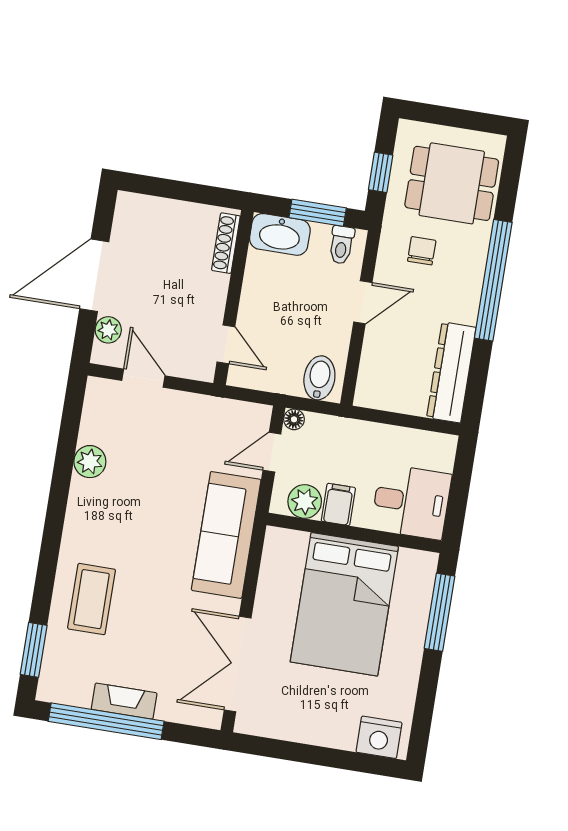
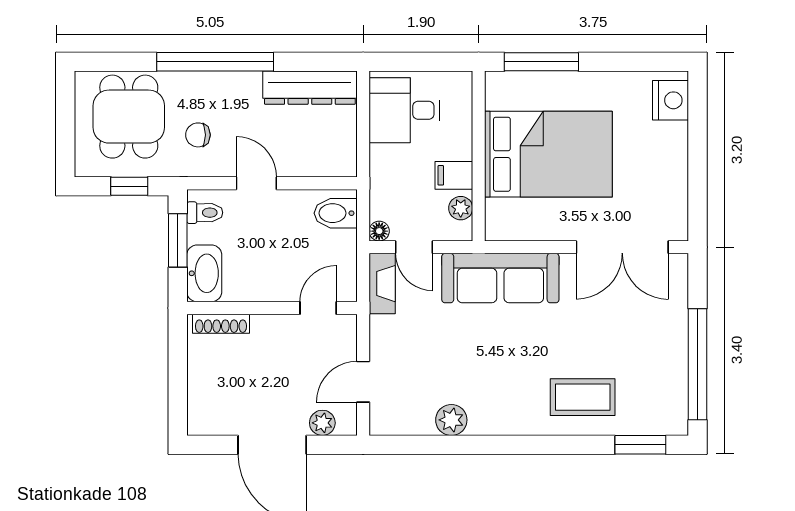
plant: (305, 502) -> (461, 208), width x0.73, depth x0.73
desk: (411, 502) -> (404, 110), moved, turned -90
fireplace: (124, 701) -> (382, 284), moved, turned 180

